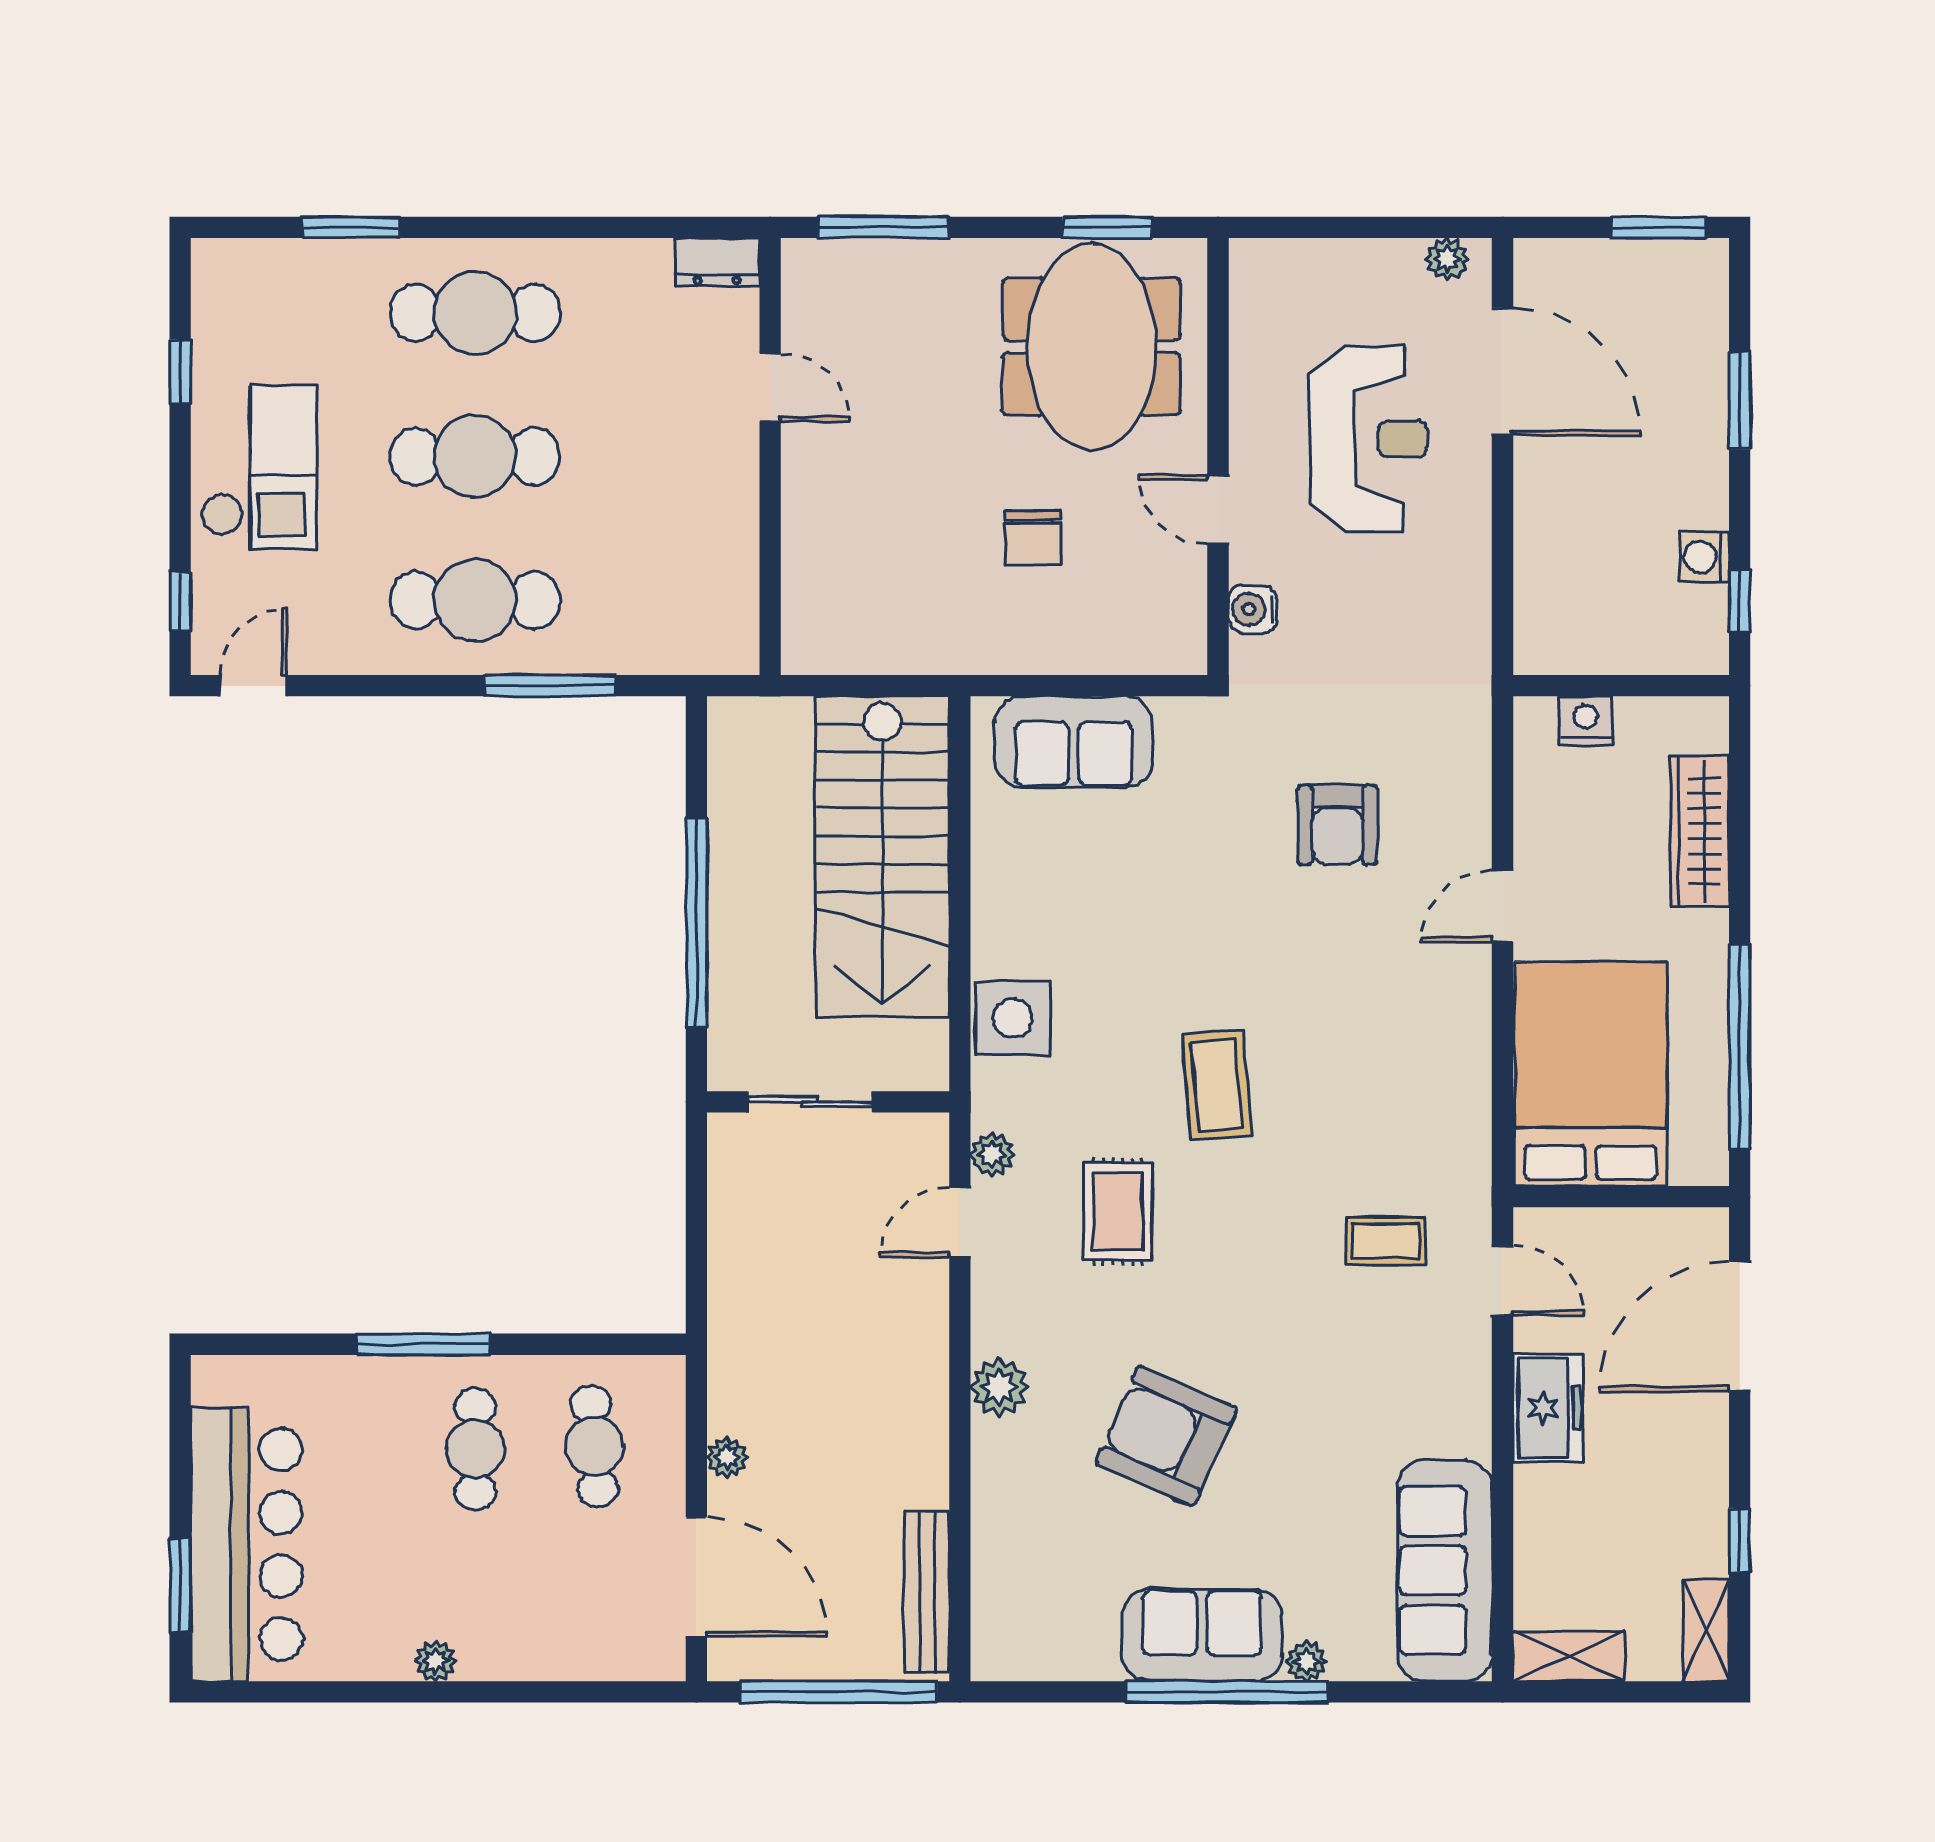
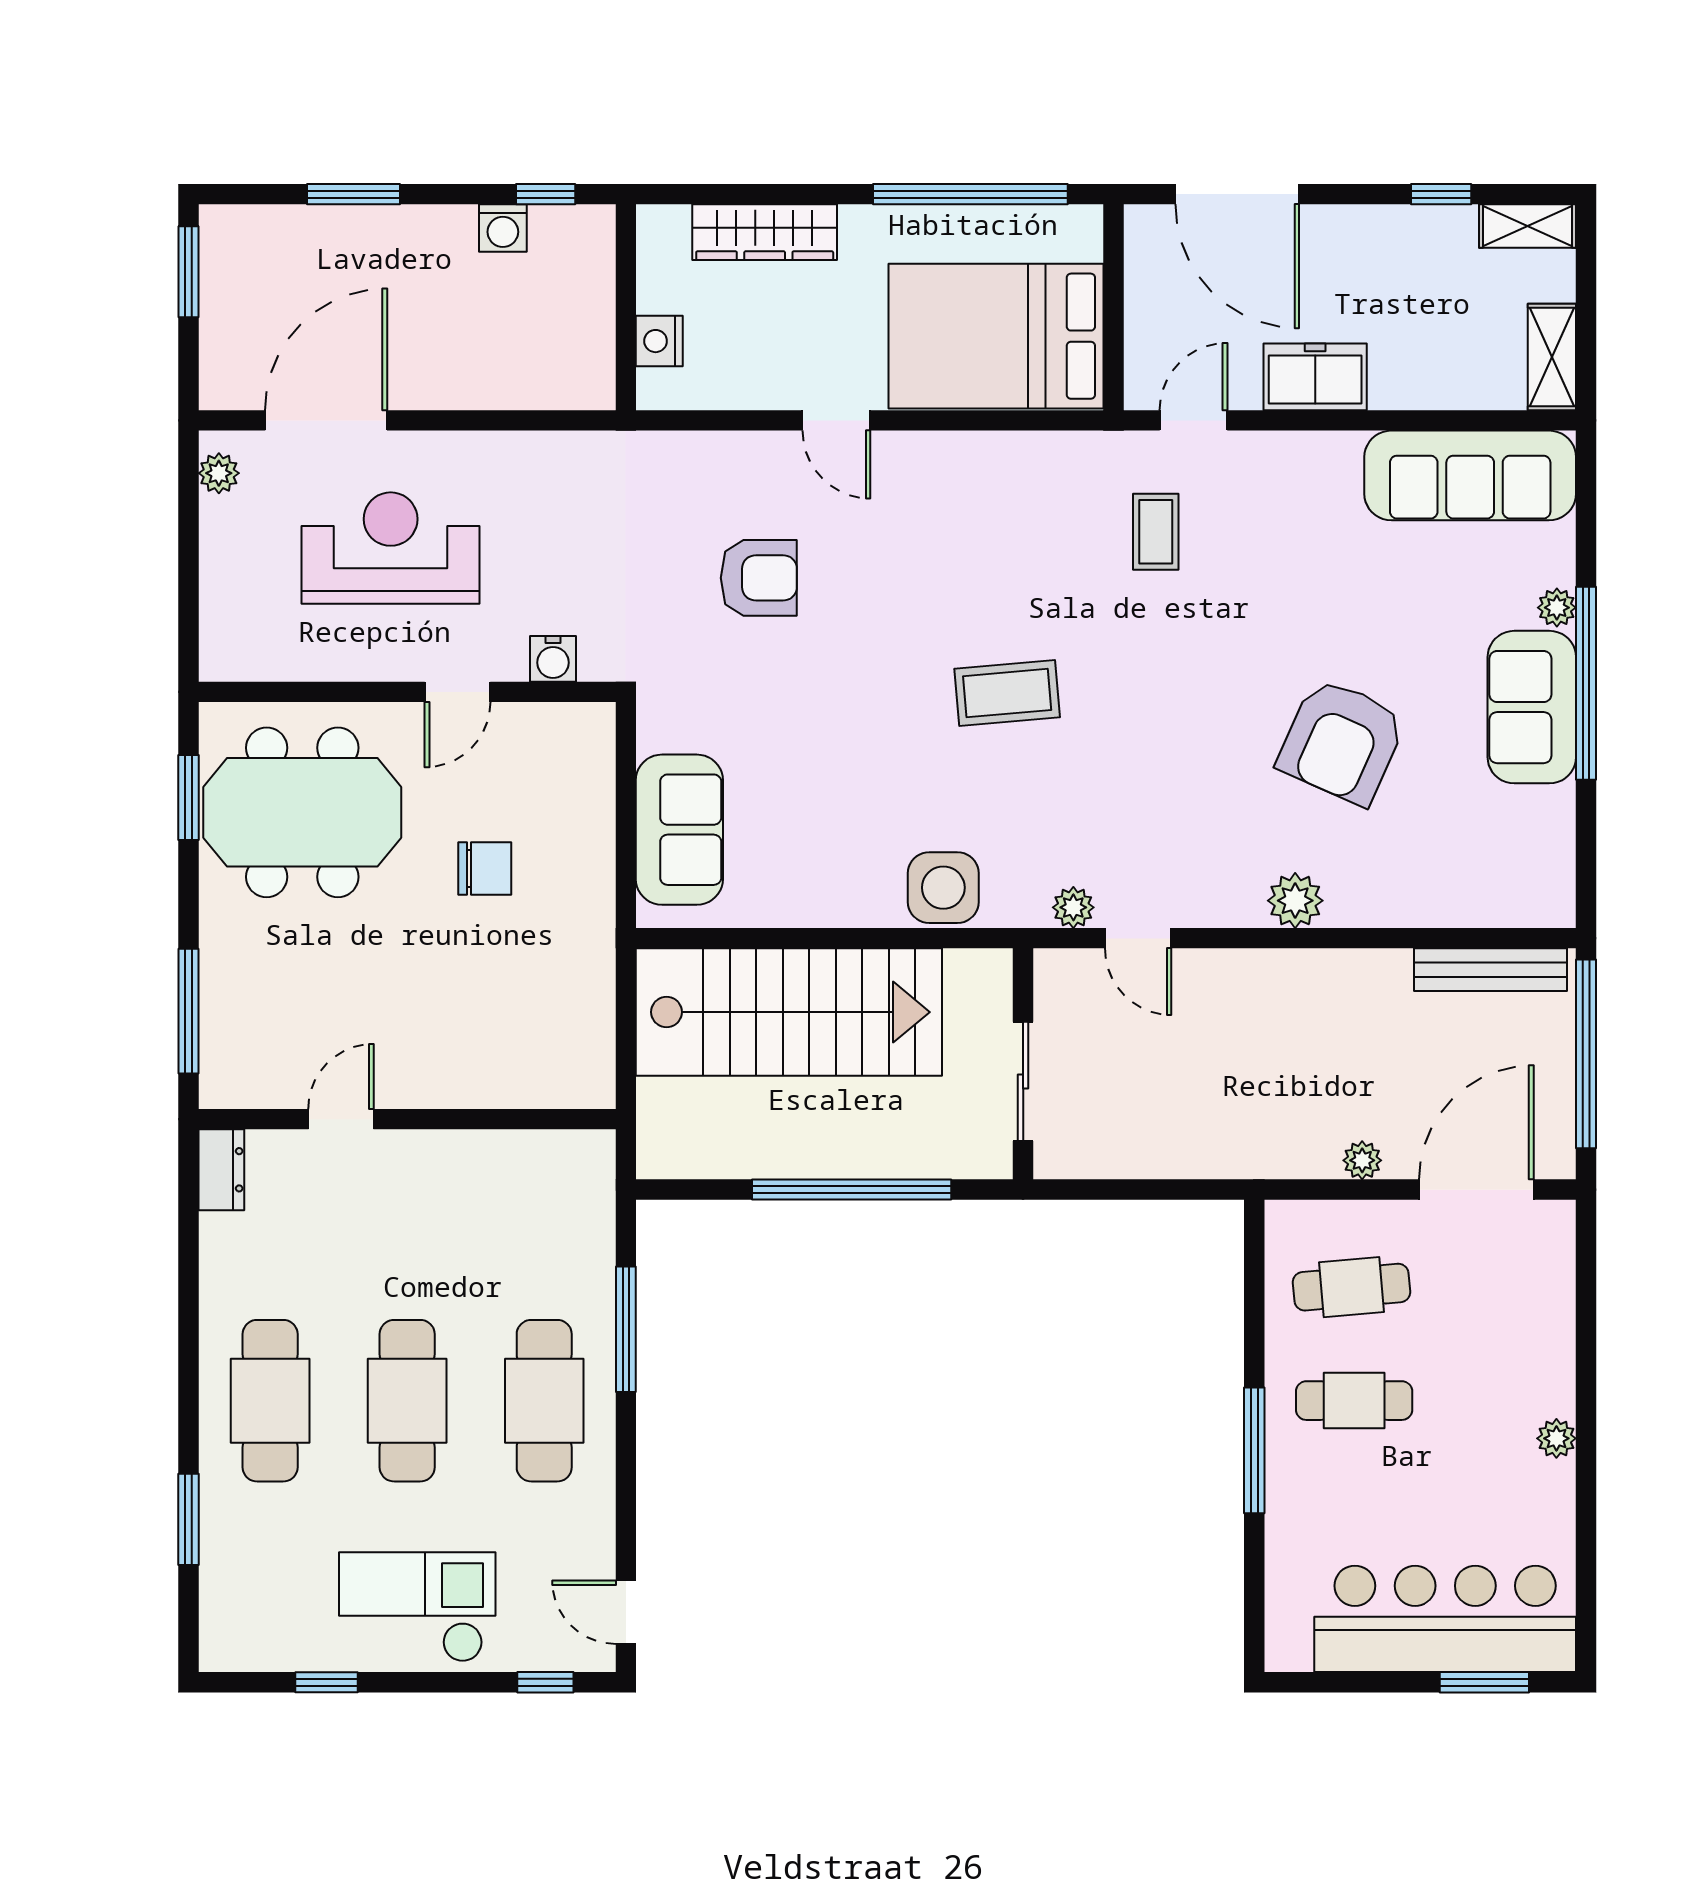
rug: (1118, 1211) -> (1128, 787), removed

